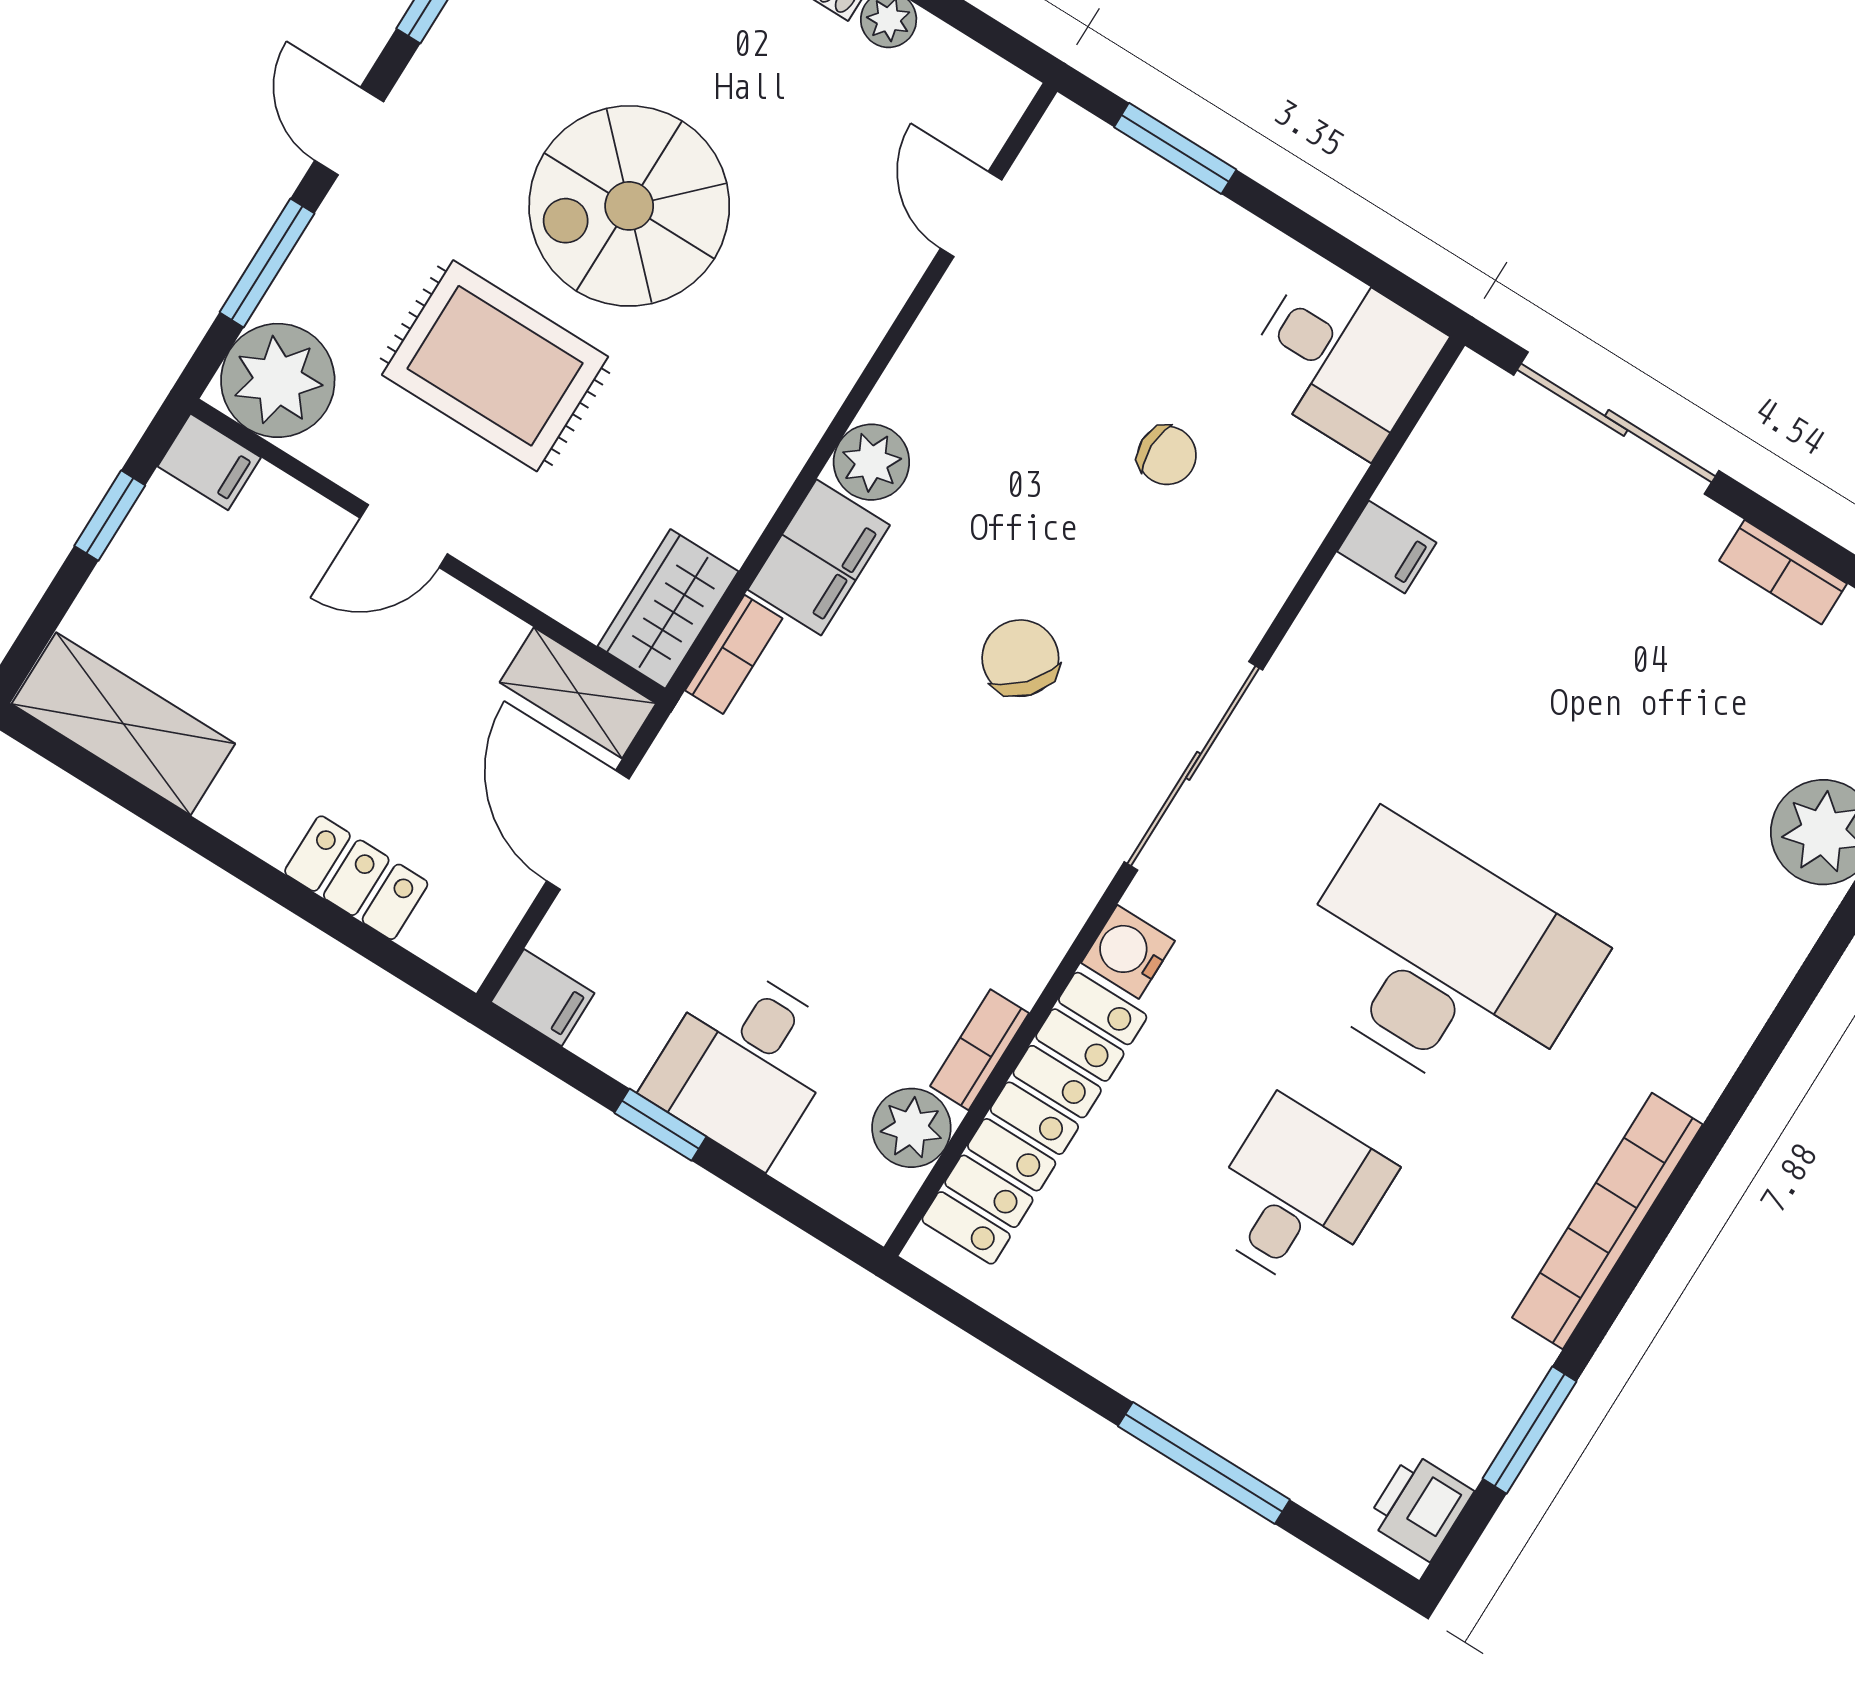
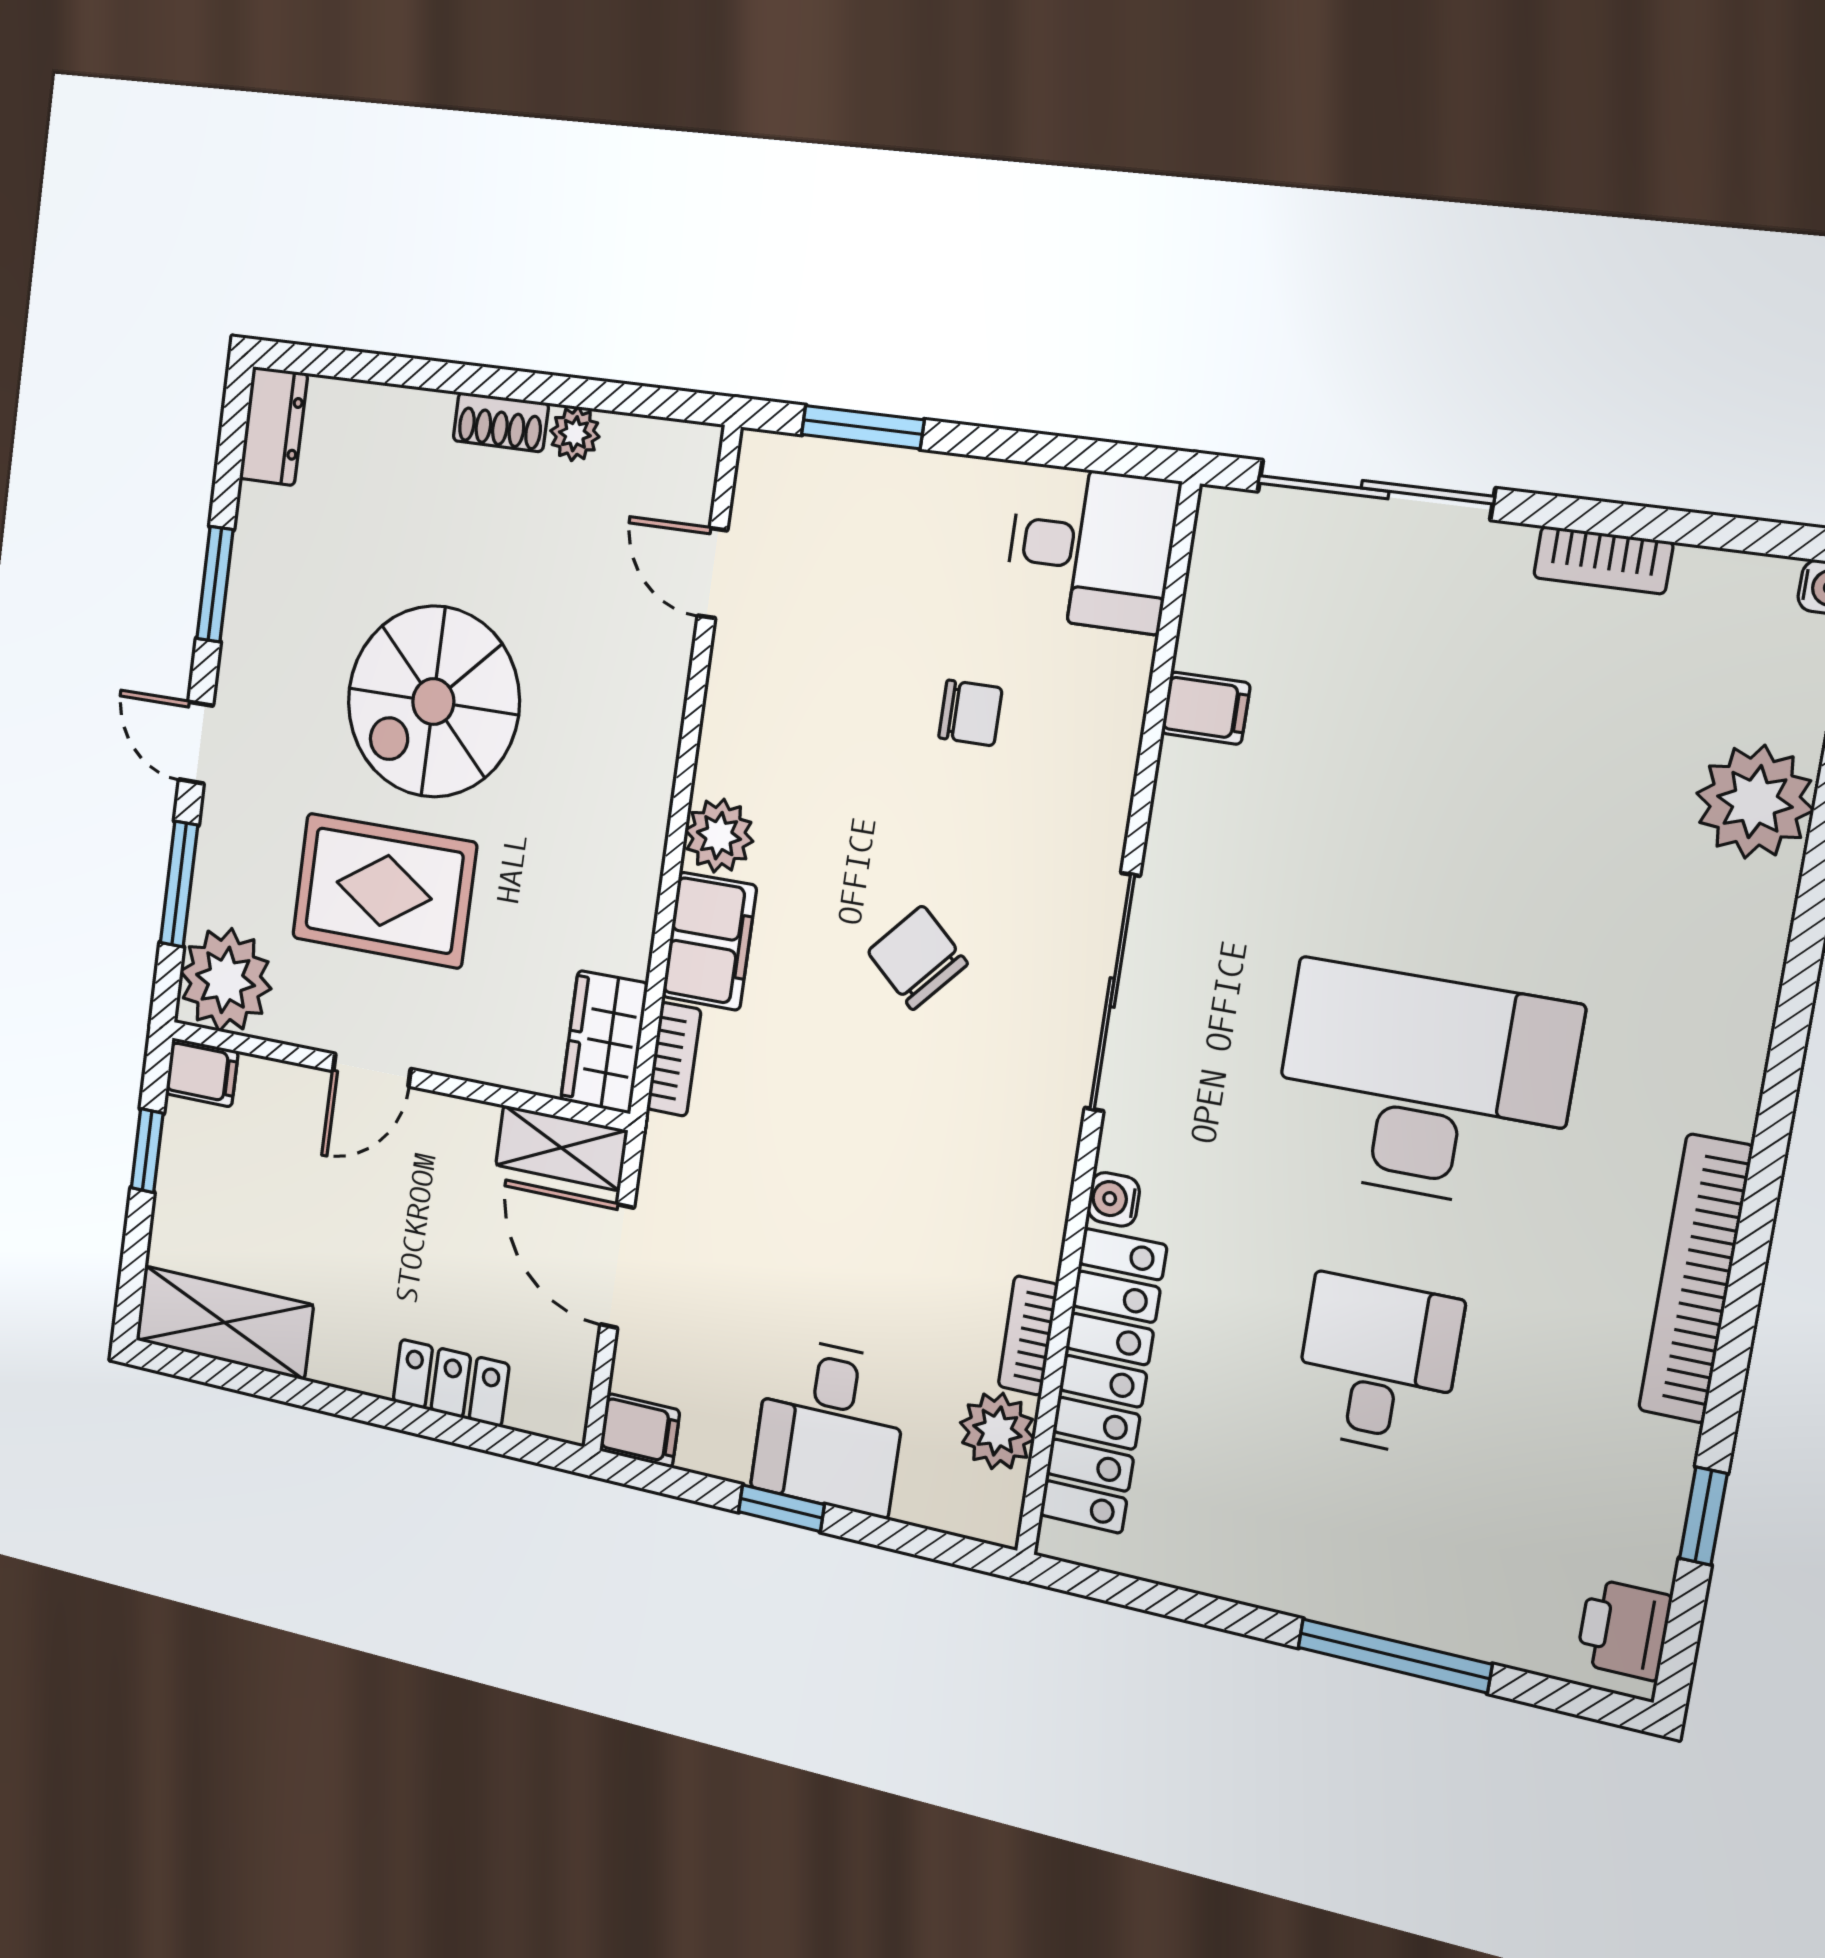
water cooler: (1128, 952) -> (1114, 1199), width x0.72, depth x0.72
window: (1530, 1430) -> (1703, 1516), width x0.67

